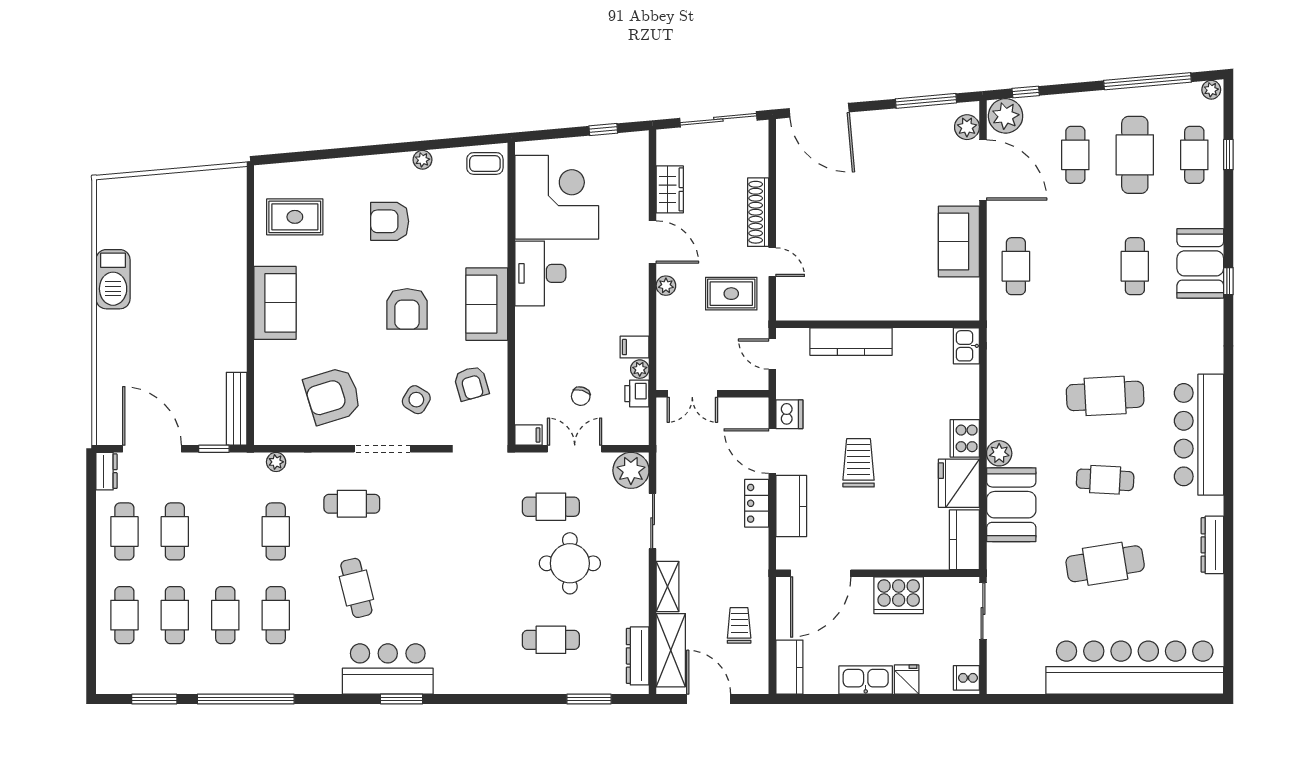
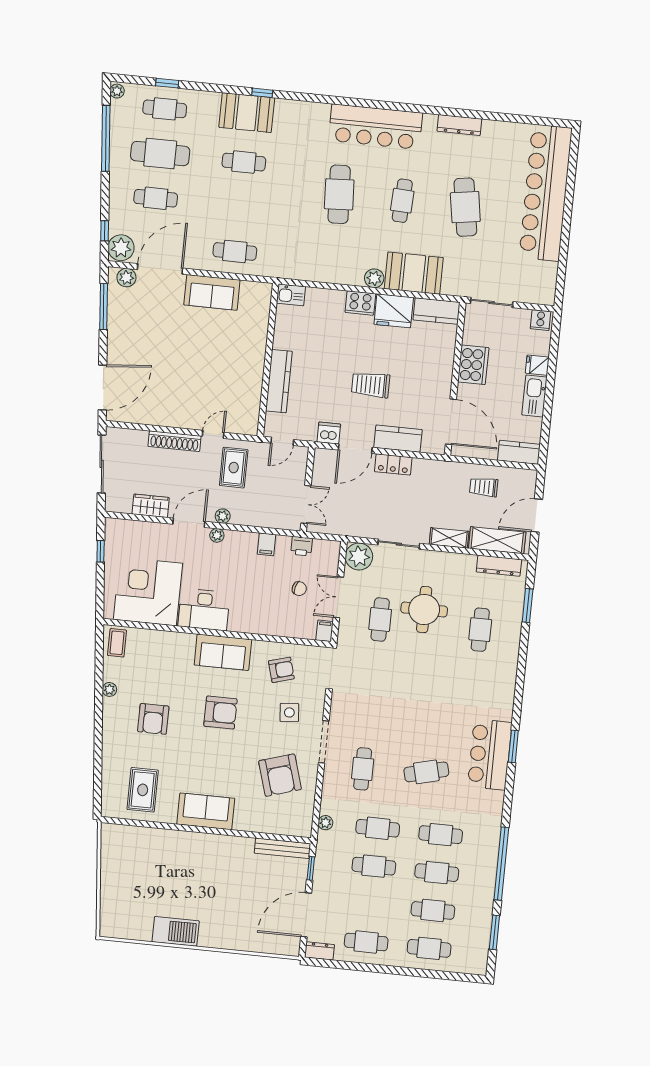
plant: (640, 369) -> (217, 535), moved
side table: (416, 400) -> (289, 712), turned -36
cafe table: (175, 531) -> (374, 866), moved

